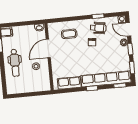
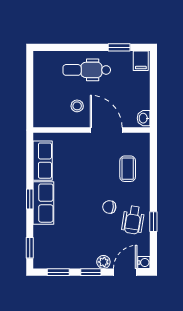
row of seats: (106, 79) -> (43, 203), width x0.50

